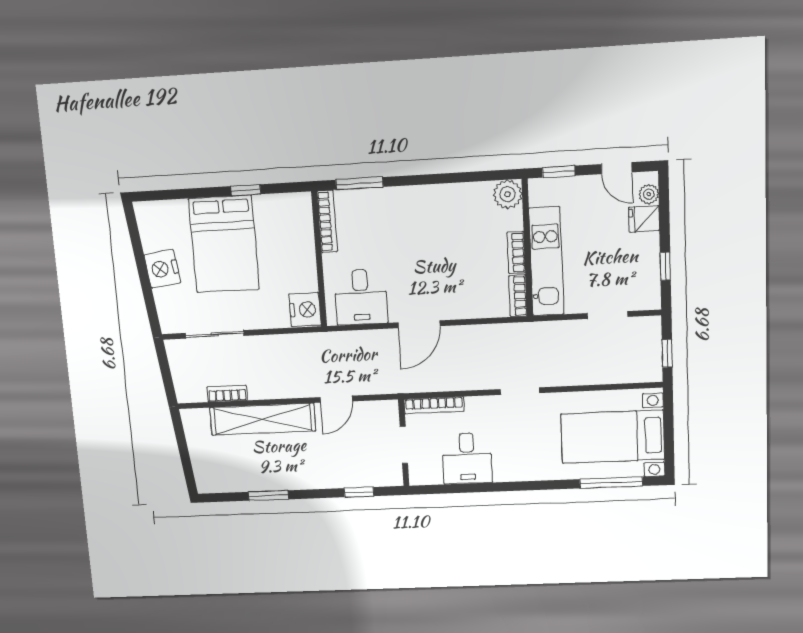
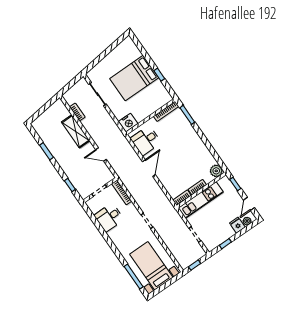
nightstand: (162, 269) -> (110, 60), removed
door: (419, 324) -> (149, 168), swing flipped
shelving: (263, 419) -> (76, 131), width x0.68

